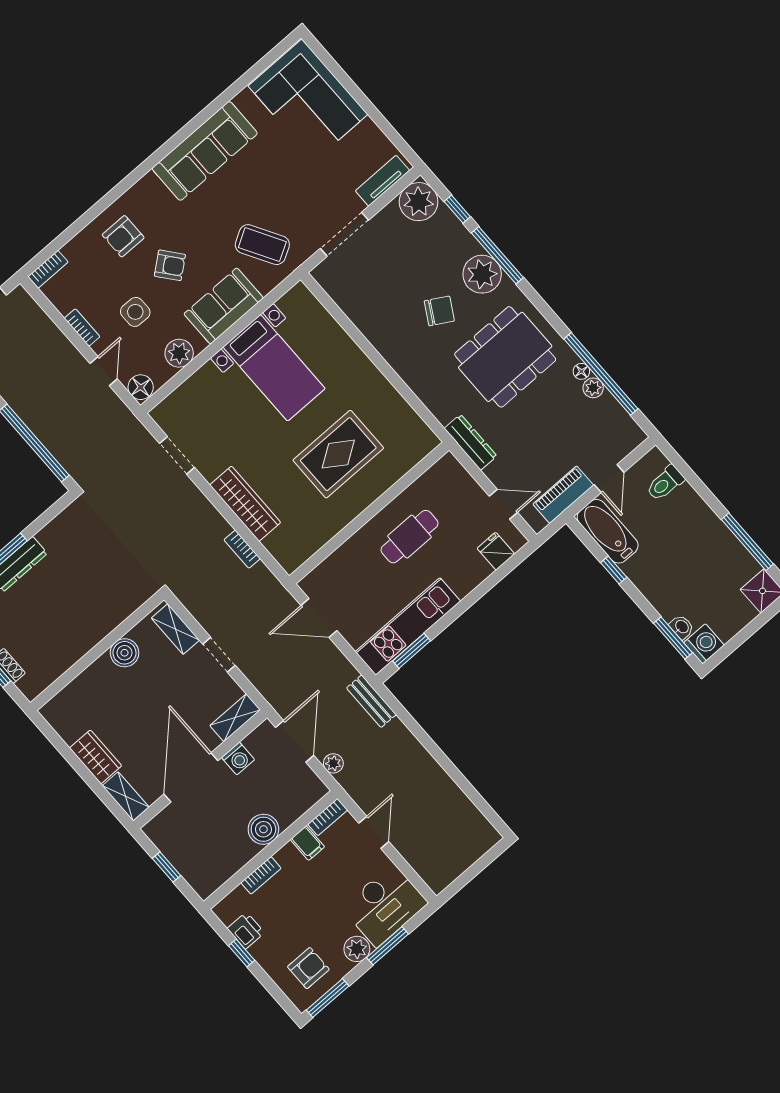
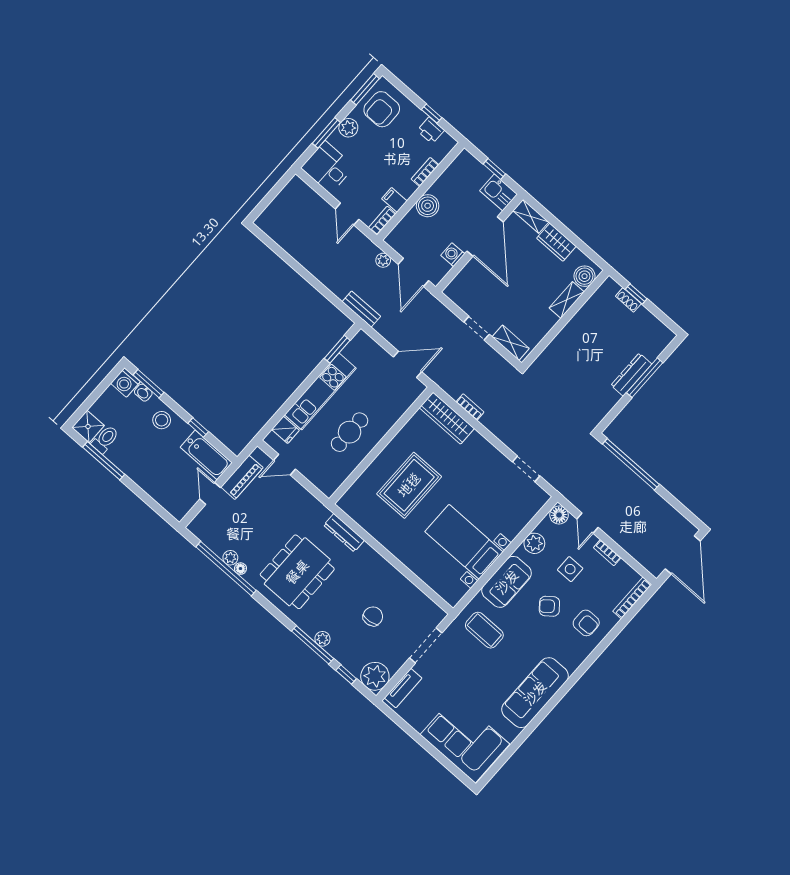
armchair: (123, 236) -> (586, 623), turned 90
coffee table: (262, 245) -> (484, 630), turned 30
bookcase: (48, 269) -> (632, 598), width x1.56
plant: (482, 274) -> (322, 639), width x0.53, depth x0.53
chair: (439, 311) -> (373, 616), moved, turned 142
dresser: (471, 442) -> (344, 533), moved
toilet: (665, 483) -> (105, 439), moved
wardrobe: (245, 504) -> (447, 418), moved
stool: (662, 586) -> (162, 420), added
kitchen unit: (408, 626) -> (320, 391), moved
boiler: (125, 653) -> (584, 276), moved
shelving: (235, 718) -> (567, 300), moved
kitchen sink: (165, 835) -> (498, 192), added
desk: (385, 905) -> (328, 167), width x0.73
armchair: (308, 968) -> (382, 109), width x1.38, depth x1.38

